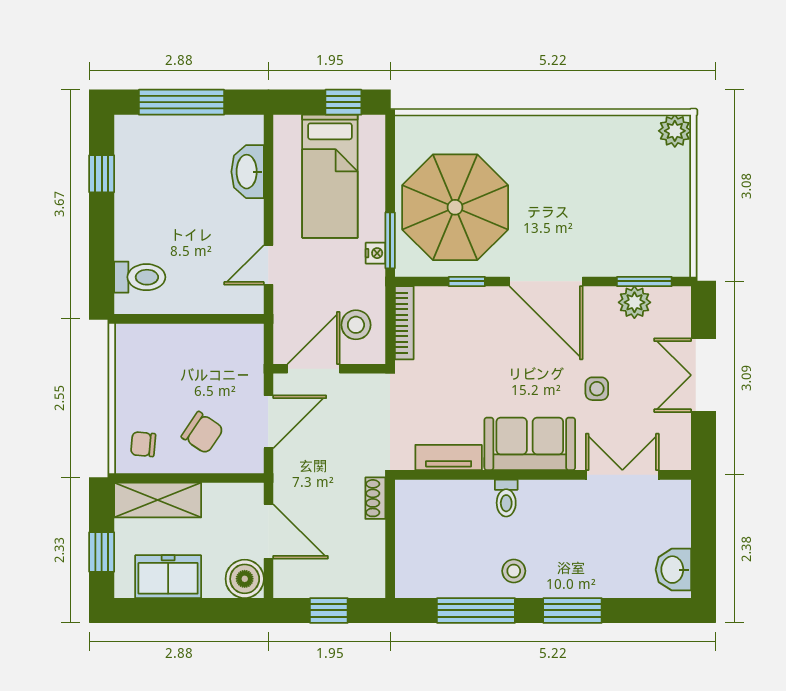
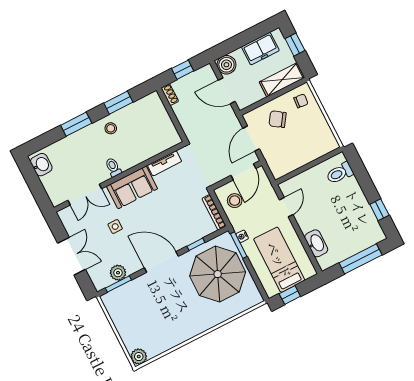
shoe rack: (375, 498) -> (170, 95), moved
toilet: (506, 498) -> (113, 167), moved
window: (476, 610) -> (118, 103), width x0.69

